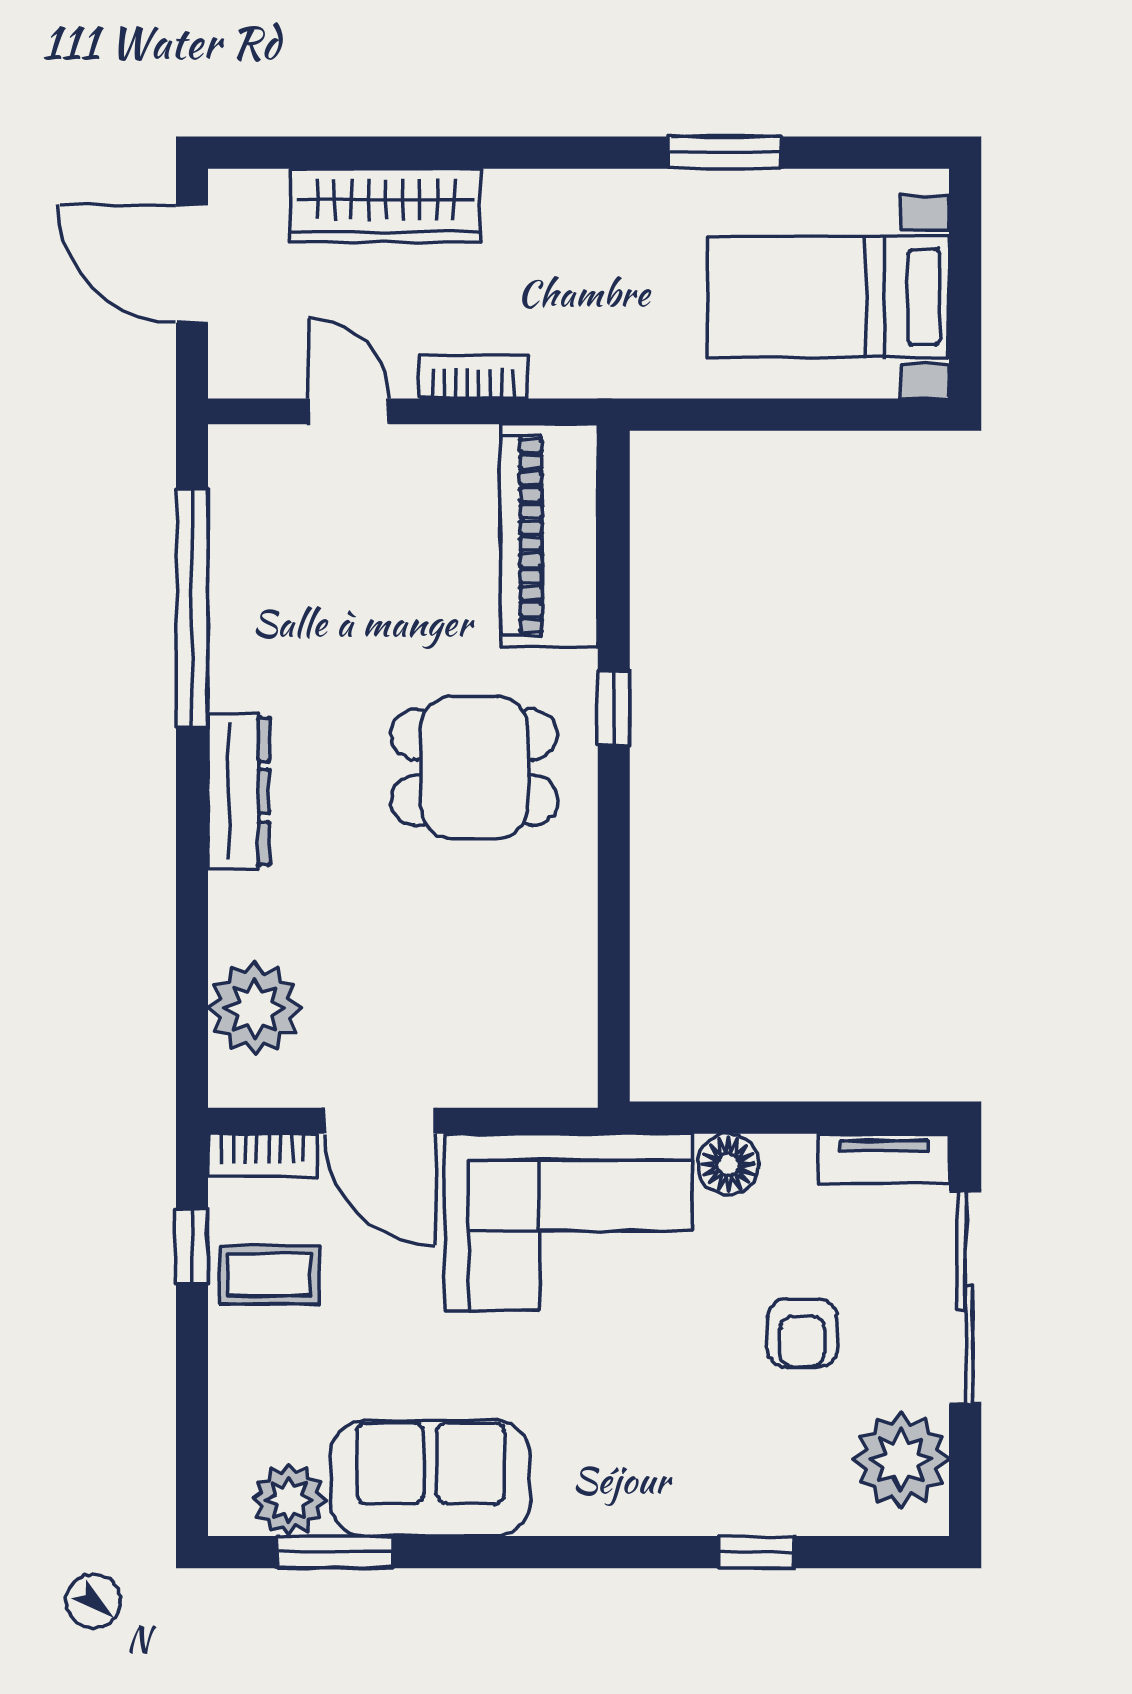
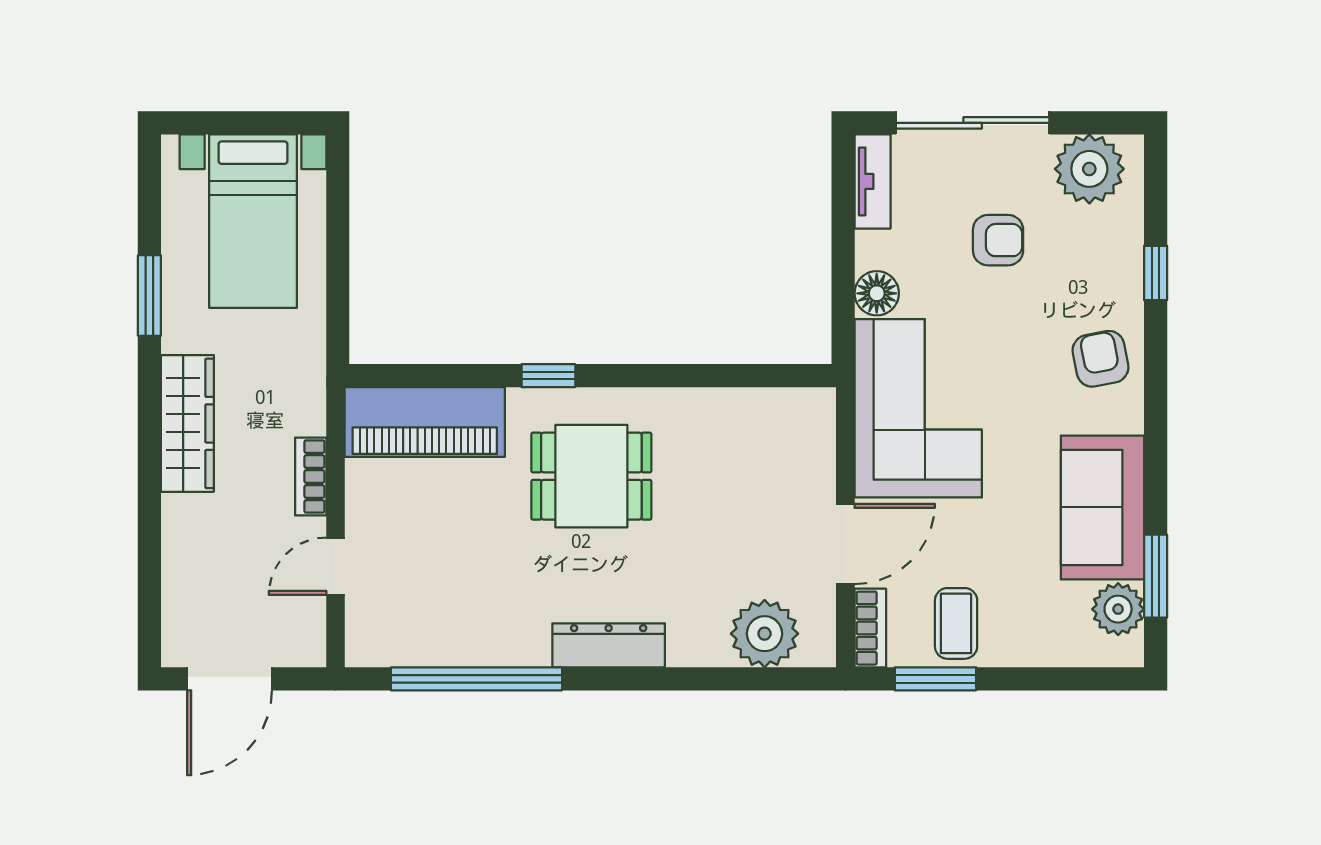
wardrobe: (386, 205) -> (187, 423), moved
dining table: (474, 767) -> (591, 476), turned 90
window: (192, 1246) -> (936, 679), width x1.50
armchair: (637, 1475) -> (1100, 359), added

